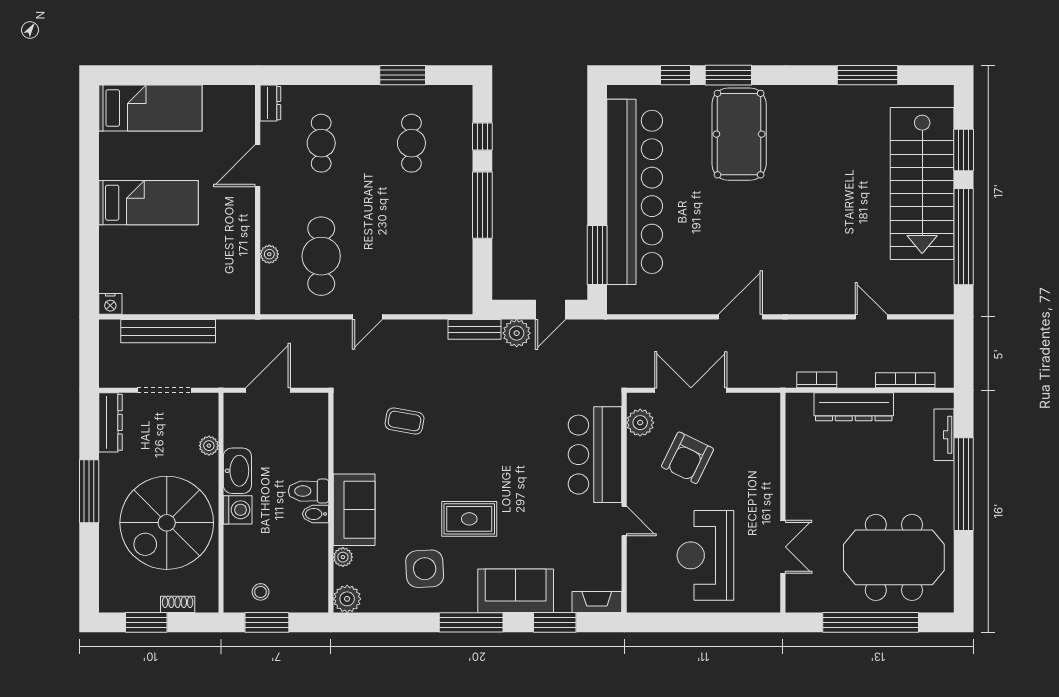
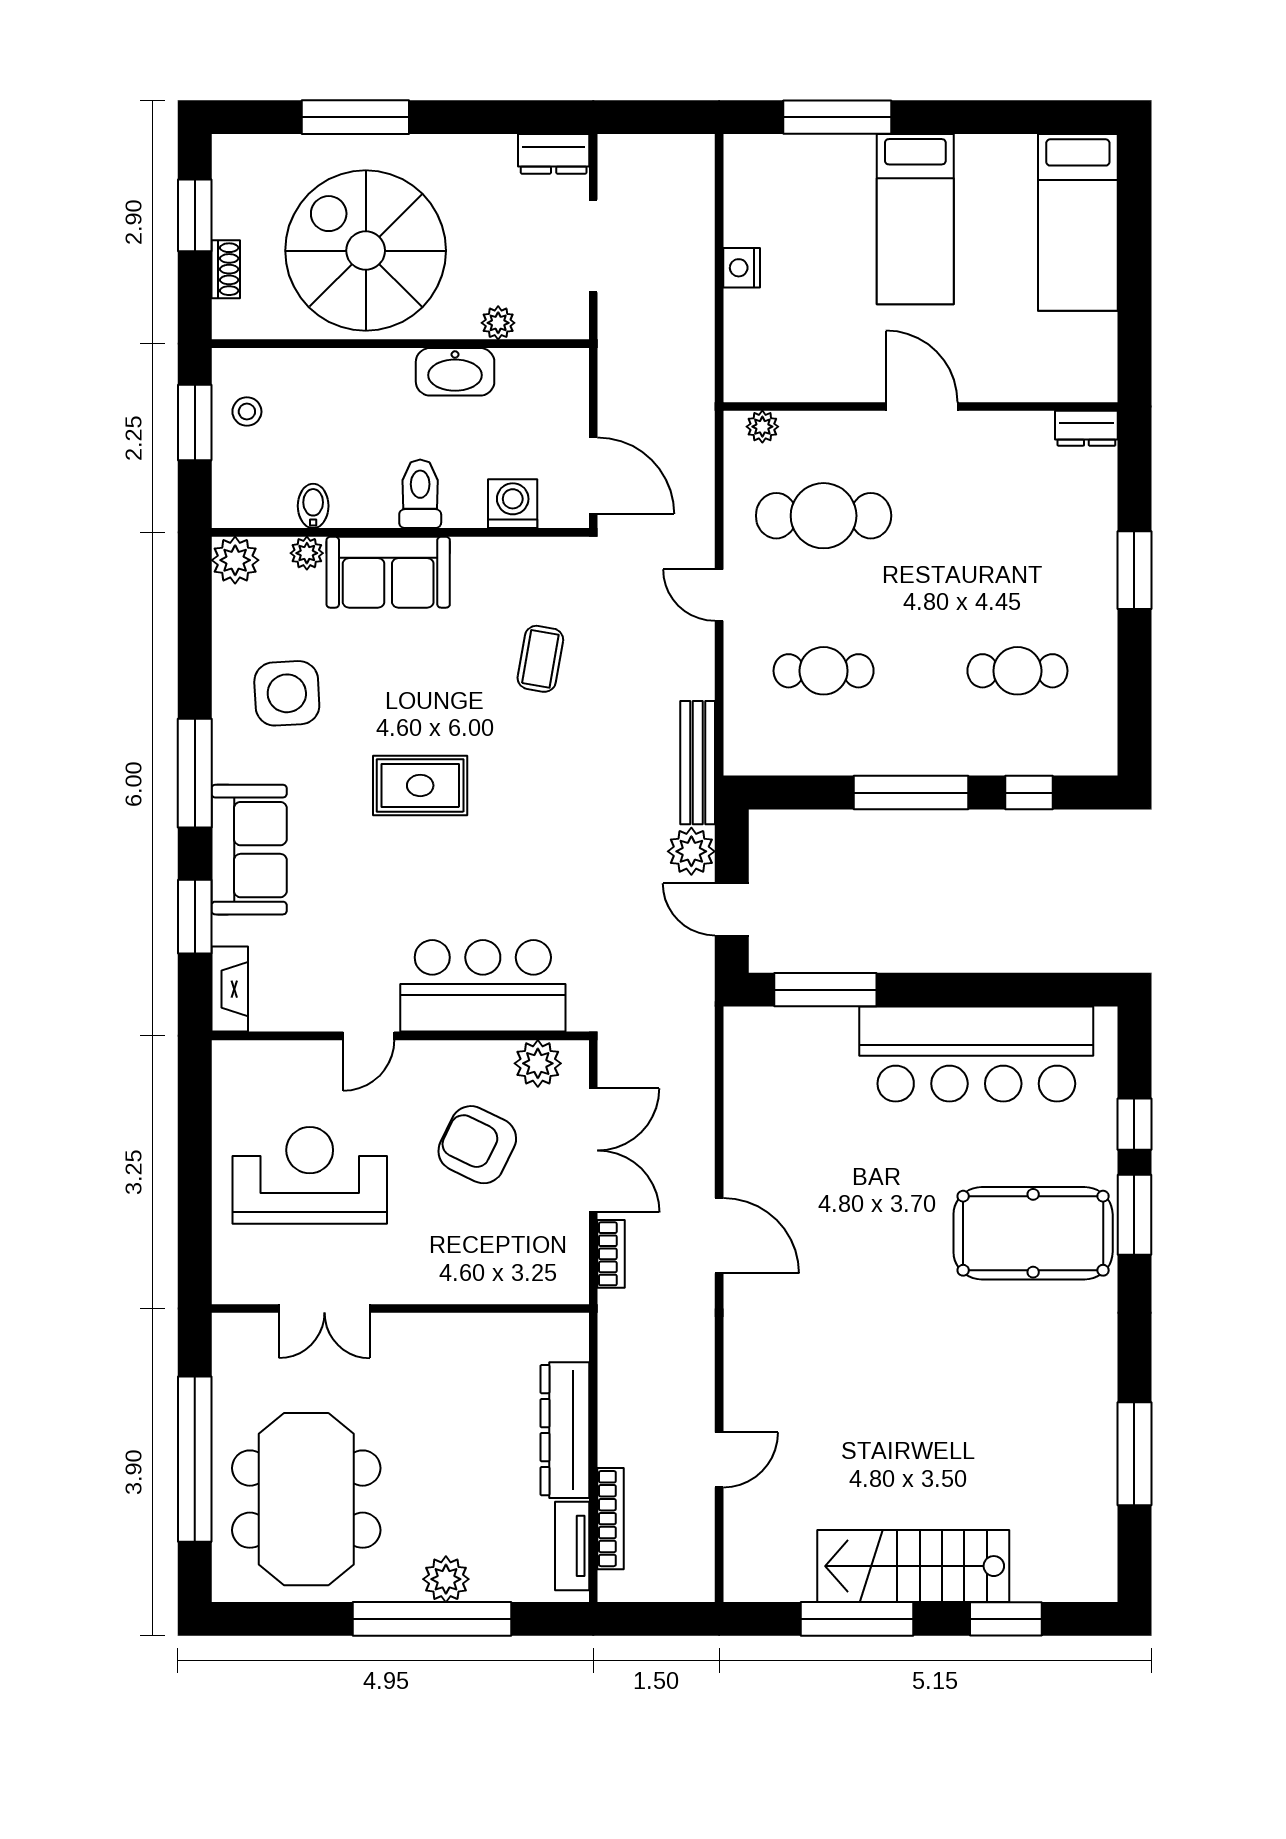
window: (403, 75) -> (1134, 570), moved
cafe table: (321, 143) -> (824, 671), moved
door: (258, 166) -> (922, 407), moved
stairs: (922, 184) -> (913, 1566), width x0.73, depth x0.66
bar counter: (635, 192) -> (976, 1054), width x0.73
window: (964, 237) -> (857, 1619), width x0.68
window: (89, 248) -> (837, 117), added
plant: (269, 254) -> (762, 427), moved
nightstand: (110, 304) -> (742, 268), moved
bench: (475, 329) -> (698, 763), width x1.36
bench: (168, 331) -> (695, 253), removed
bookcase: (817, 380) -> (611, 1254), moved
door: (268, 390) -> (593, 476), moved
dresser: (110, 422) -> (554, 154), width x0.70
tv unit: (944, 435) -> (572, 1546), moved, turned -90
plant: (941, 476) -> (446, 1579), added
window: (89, 491) -> (355, 117), moved
washing machine: (238, 510) -> (513, 504), moved, turned 180
bidet: (315, 514) -> (313, 506), moved
rug: (469, 519) -> (420, 785), moved, turned 90

